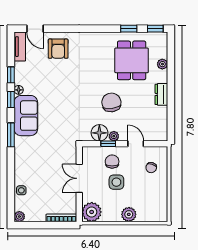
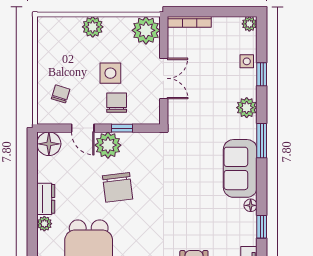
plant: (162, 64) -> (44, 224), moved
window: (11, 100) -> (262, 74), moved
floor lamp: (99, 133) -> (49, 144), moved
plant: (114, 136) -> (108, 145), width x1.88, depth x1.88
plant: (21, 158) -> (247, 108), added
chair: (112, 162) -> (117, 103), turned 180

